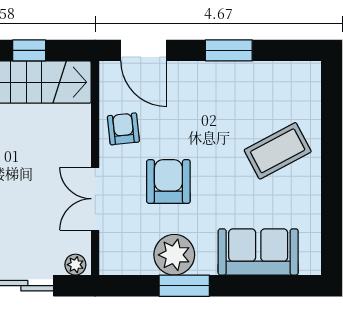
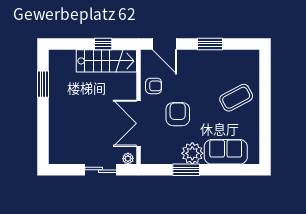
armchair: (123, 129) -> (154, 86), turned 96
double door: (95, 199) -> (138, 123), width x1.37
plant: (174, 255) -> (192, 153), moved

